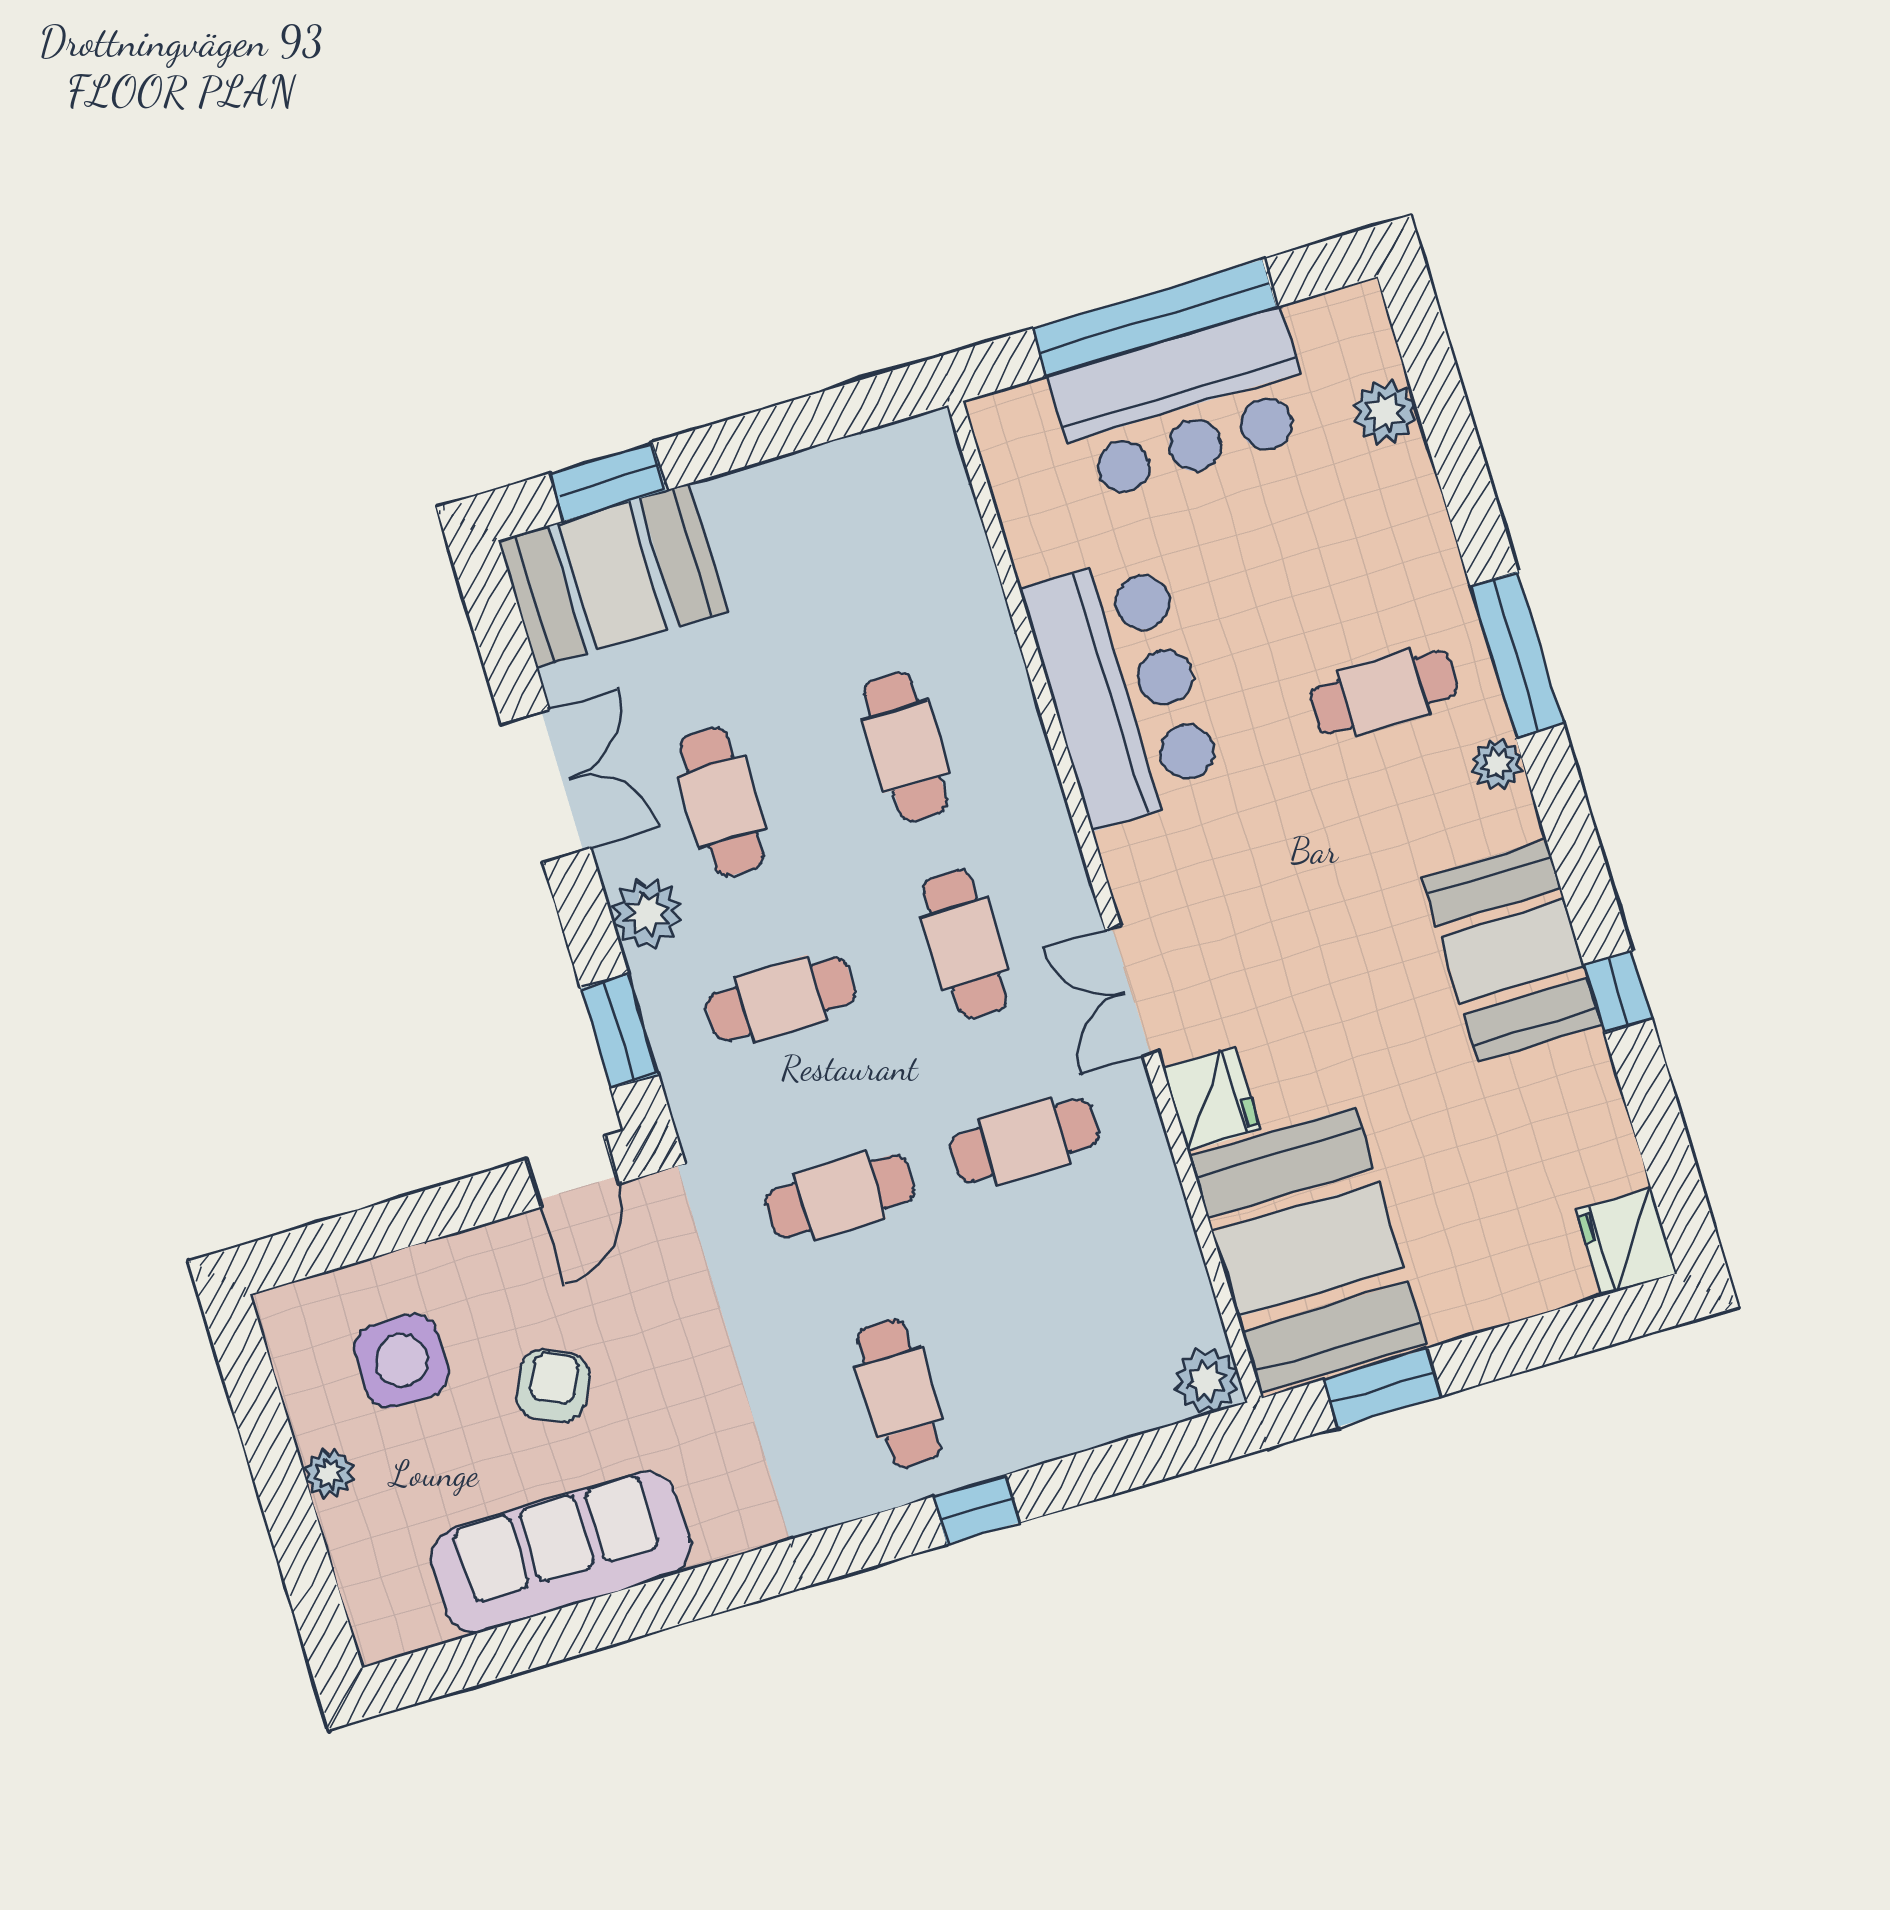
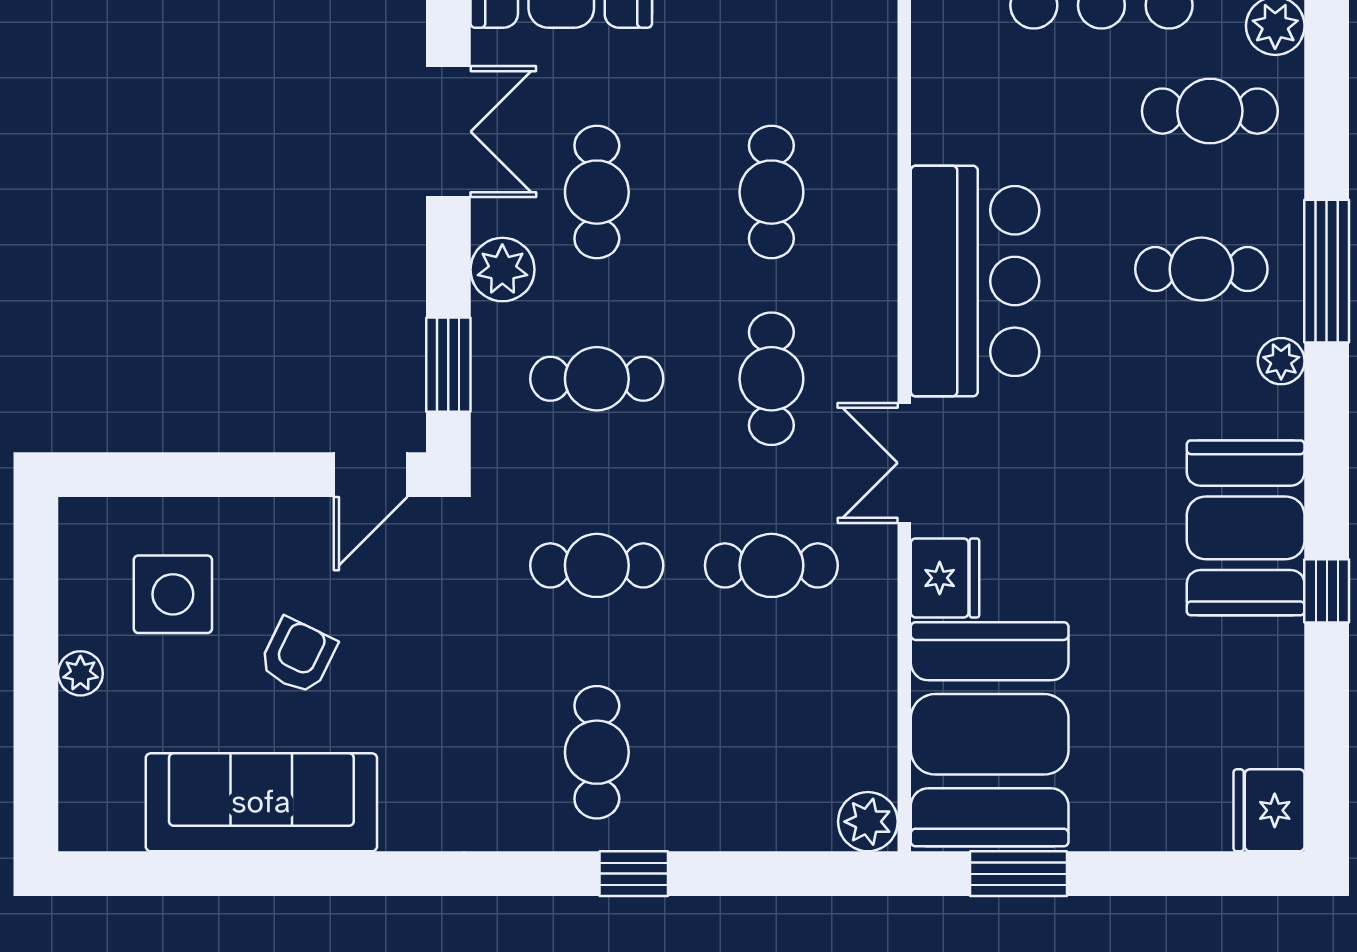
cafe table: (1343, 523) -> (1210, 111), added
bar counter: (1123, 690) -> (975, 281), moved

